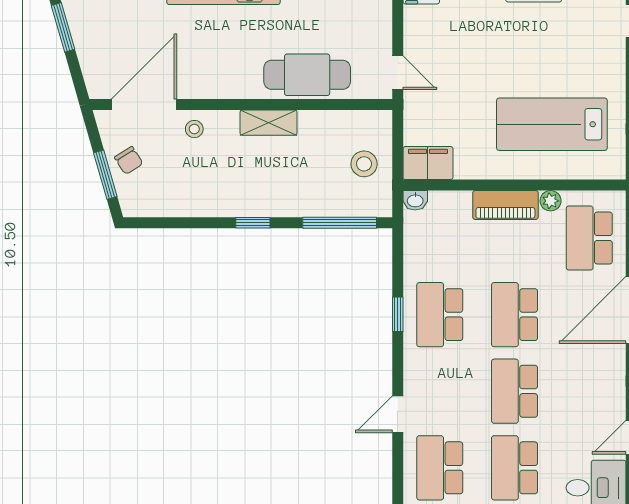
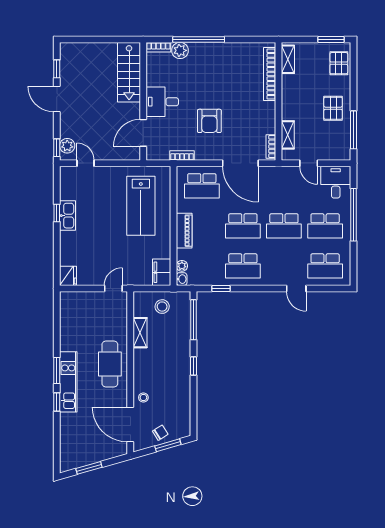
cafe table: (307, 75) -> (110, 364), moved
shelving: (269, 123) -> (140, 333), moved
plant: (551, 201) -> (182, 266), moved
window: (398, 314) -> (221, 289), moved

